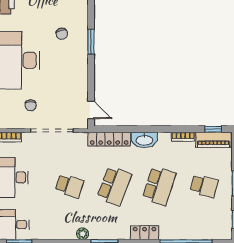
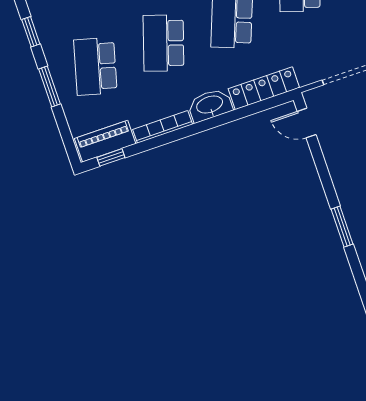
bookcase: (183, 137) -> (163, 127), width x1.56
school desk: (204, 186) -> (95, 66), width x1.85

